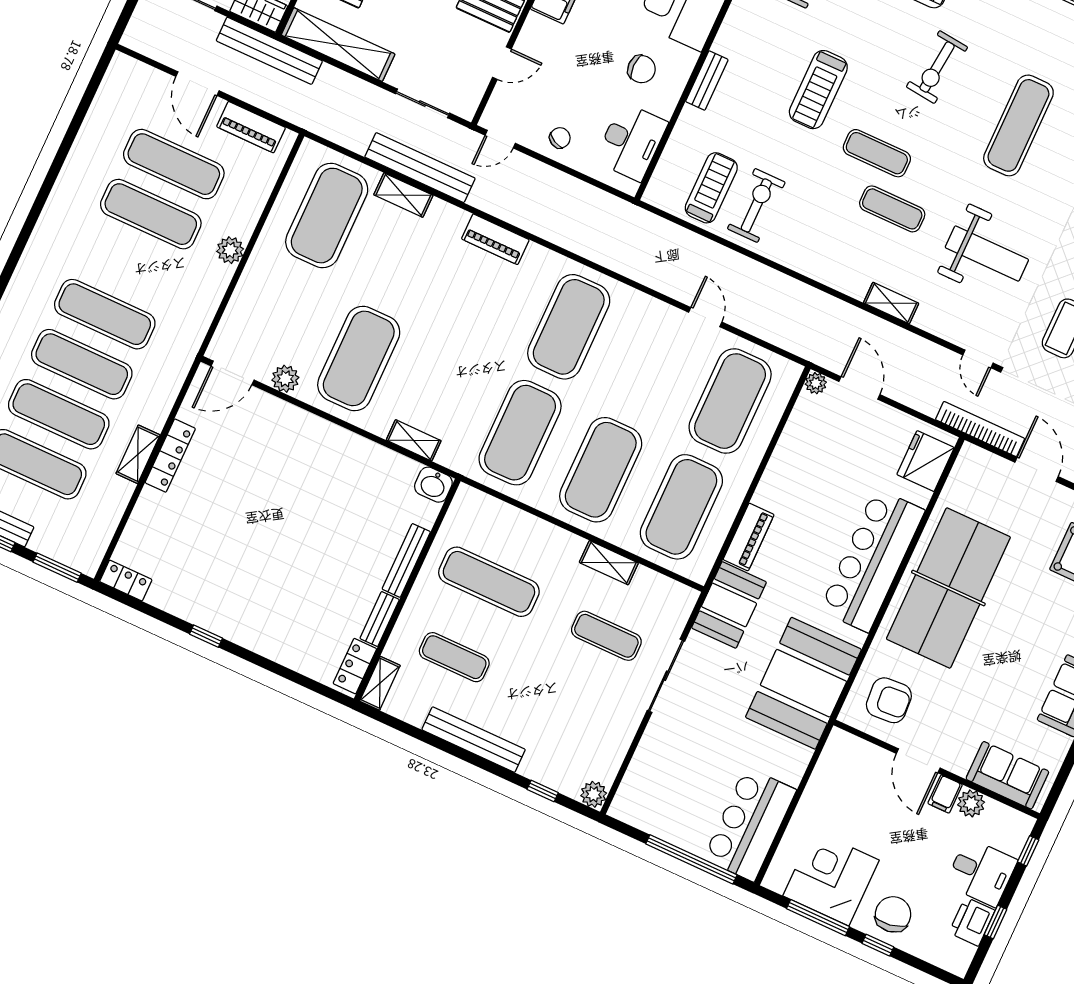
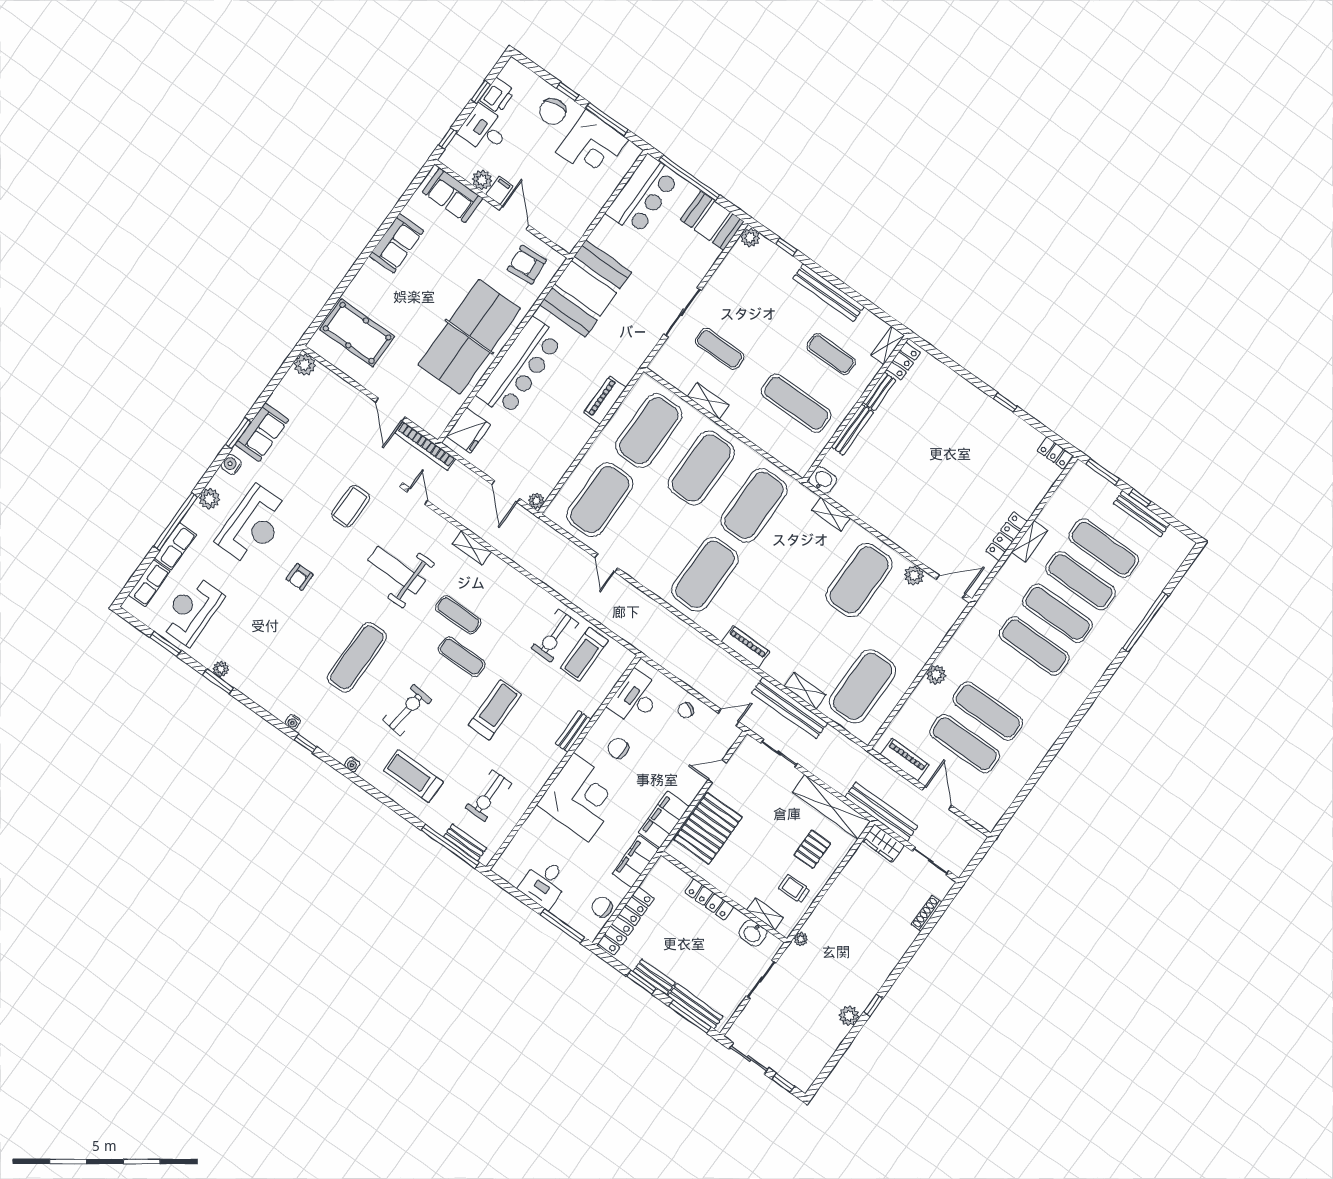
booth: (729, 605) -> (712, 221), moved, turned 90

